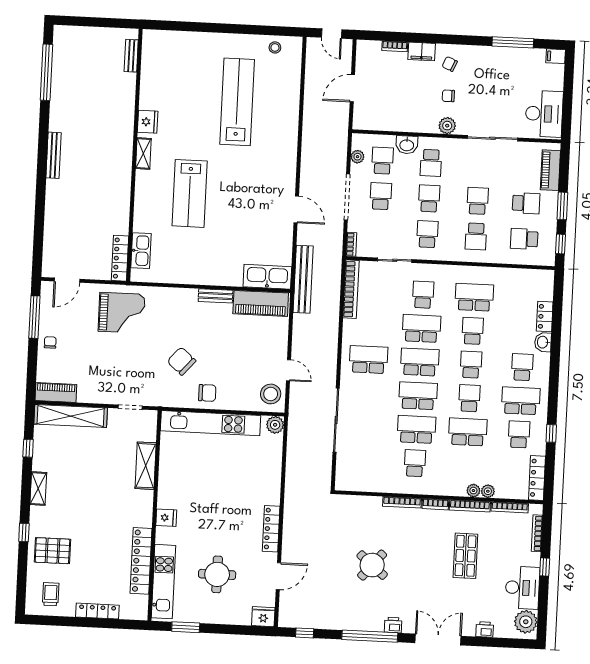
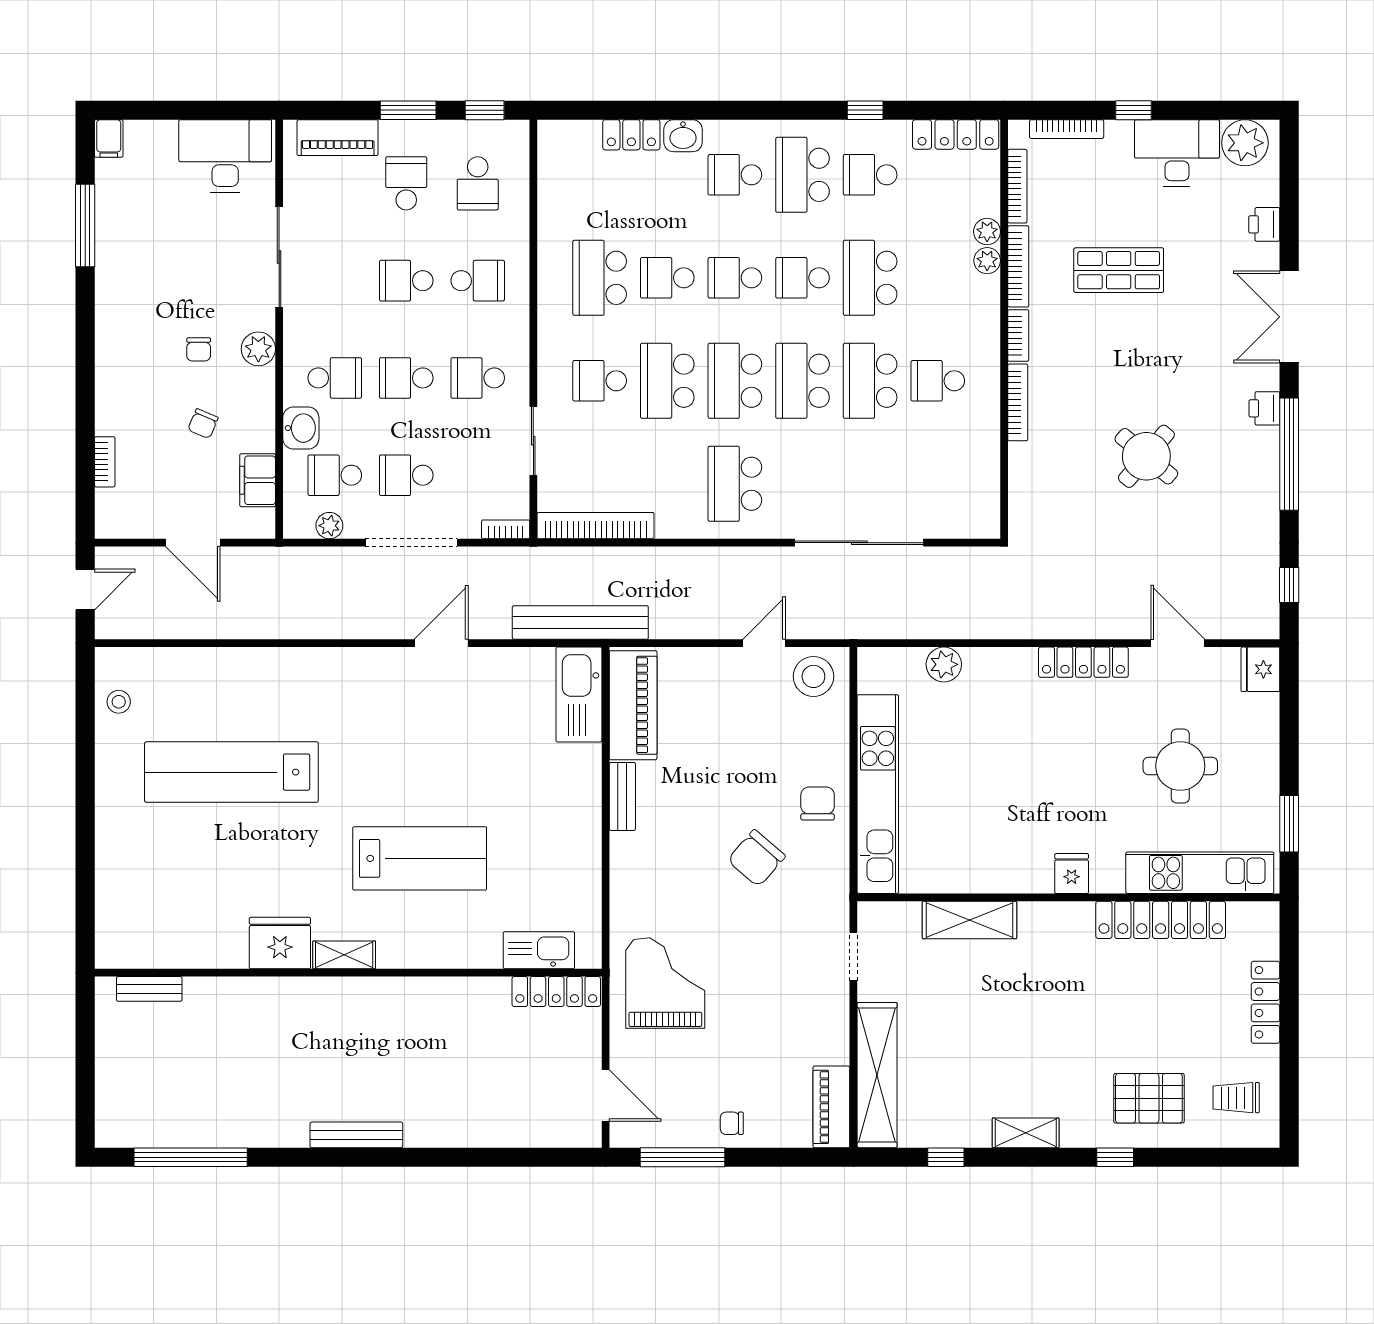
filing cabinet: (422, 51) -> (258, 480), moved, turned 180
chair: (450, 64) -> (203, 424), moved
fridge: (148, 122) -> (280, 943), width x1.36, depth x1.34
plant: (275, 425) -> (944, 664), moved
pallet: (52, 551) -> (1149, 1098), turned 90

